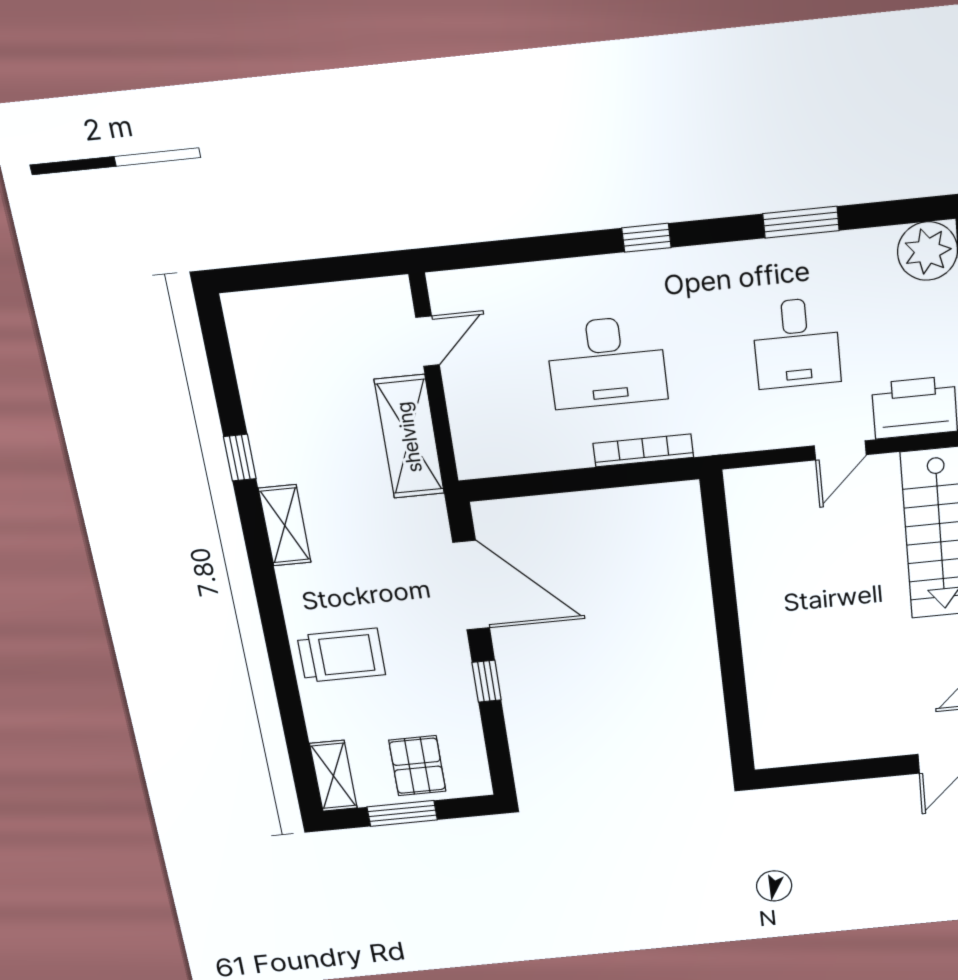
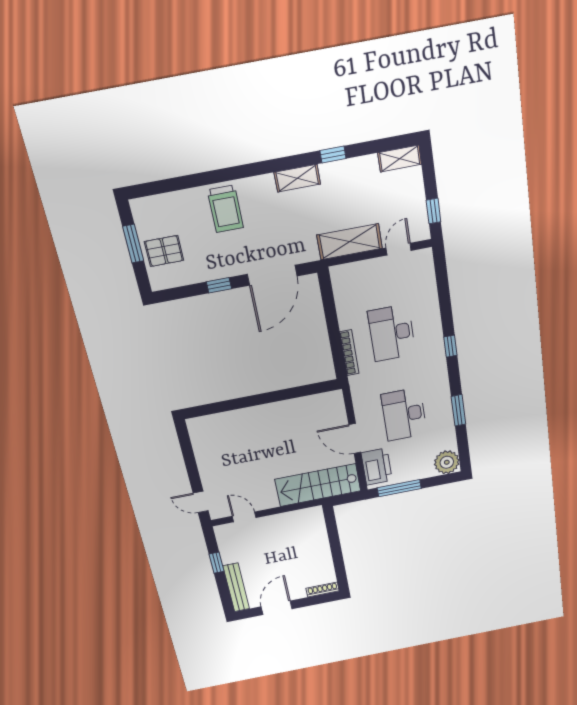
window: (351, 268) -> (433, 211), added
door: (428, 341) -> (399, 249), swing flipped
desk: (796, 343) -> (404, 414), width x1.37
door: (840, 450) -> (355, 439), width x1.38
shelving: (333, 776) -> (400, 159), moved

